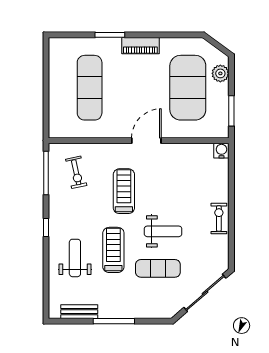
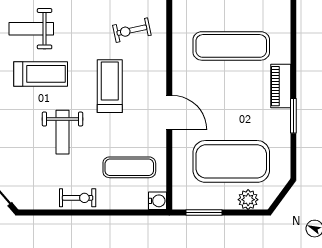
window: (110, 35) -> (293, 116), moved
piano: (140, 46) -> (281, 86), moved
treadmill: (124, 191) -> (110, 86), turned -90
weight bench: (75, 258) -> (31, 29), turned 180
exercise mat: (158, 268) -> (129, 167), moved, turned 90

